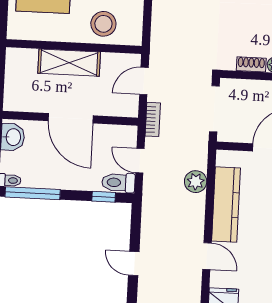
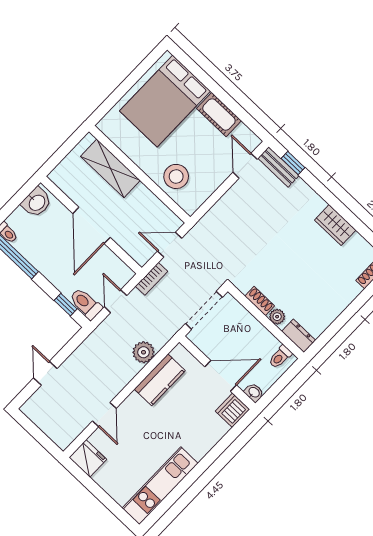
shelving: (69, 63) -> (110, 168), moved
kitchen counter: (226, 205) -> (160, 380), width x0.67

